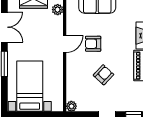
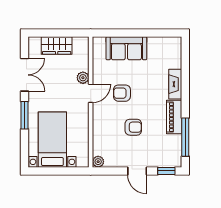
plant: (58, 10) -> (83, 78), moved
armchair: (103, 75) -> (133, 127), turned 47

